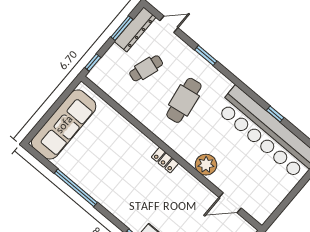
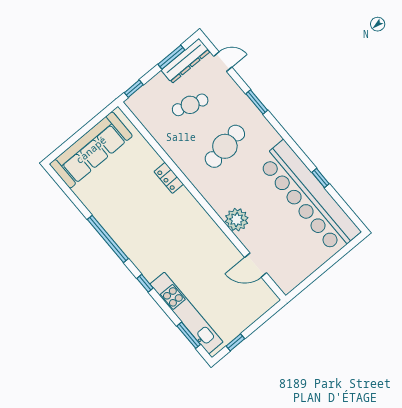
locker: (165, 160) -> (169, 178), moved
window: (76, 188) -> (108, 239), moved

